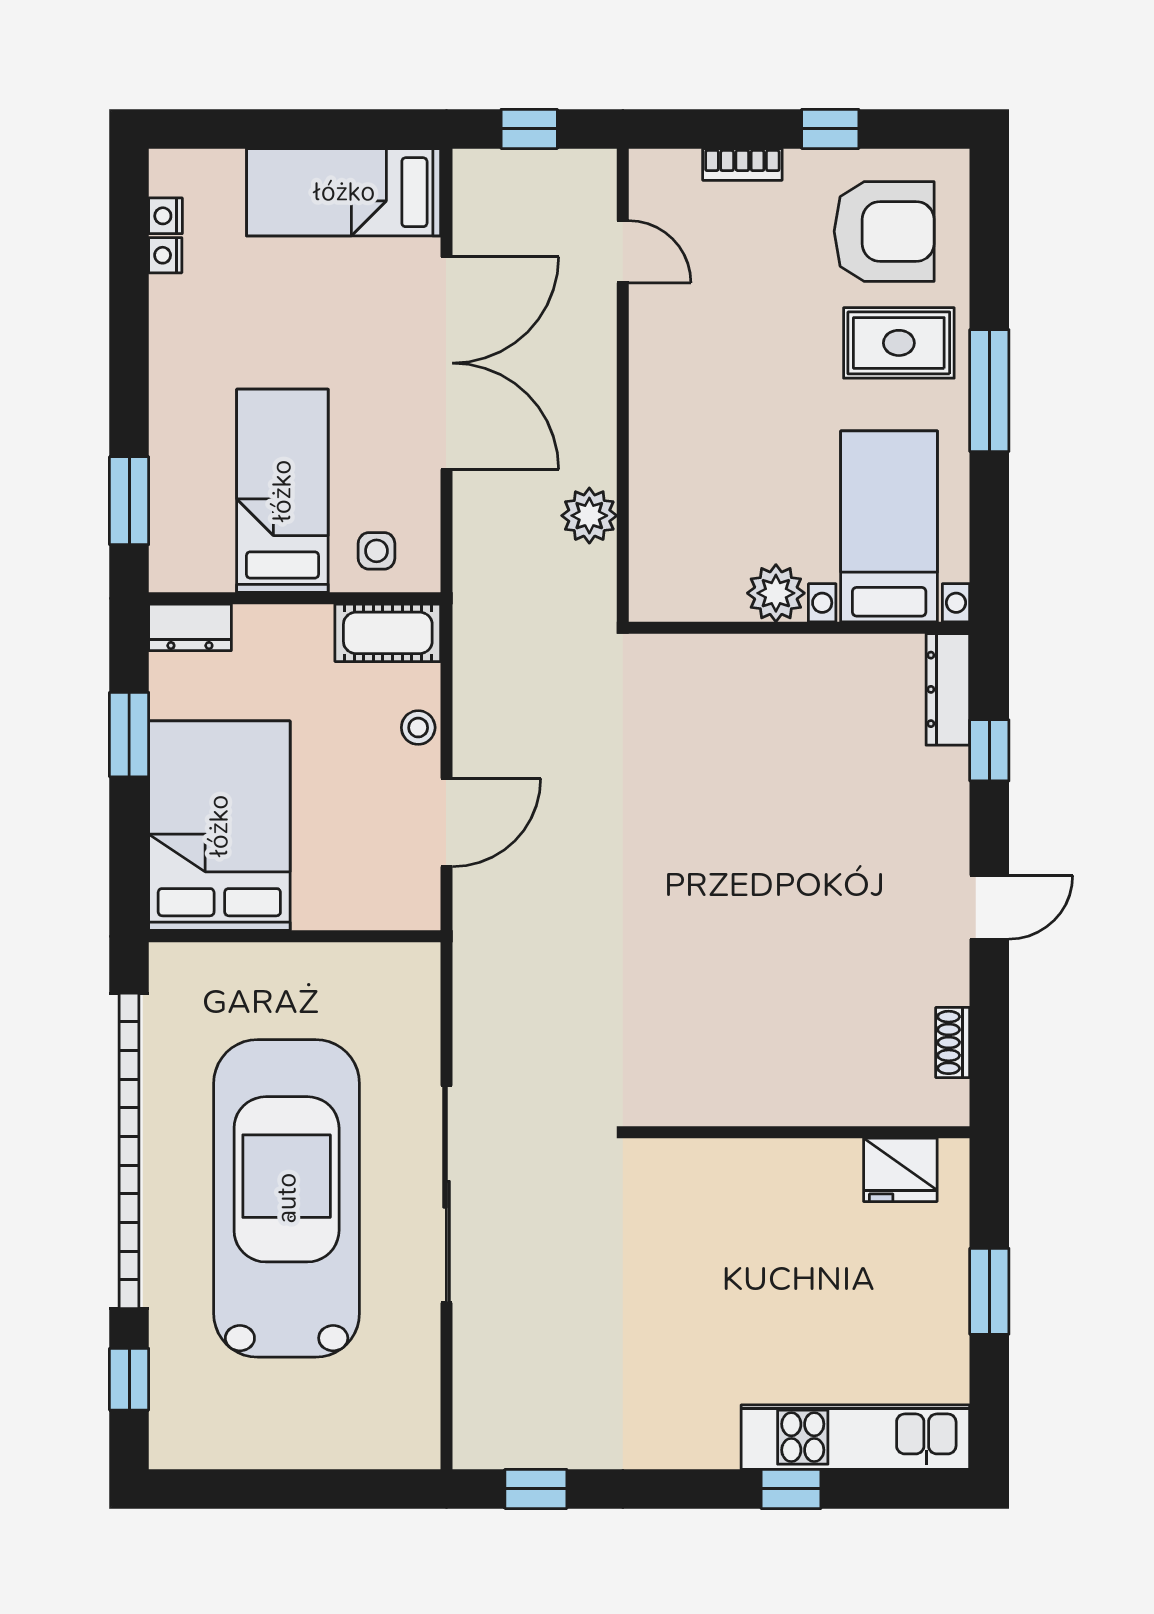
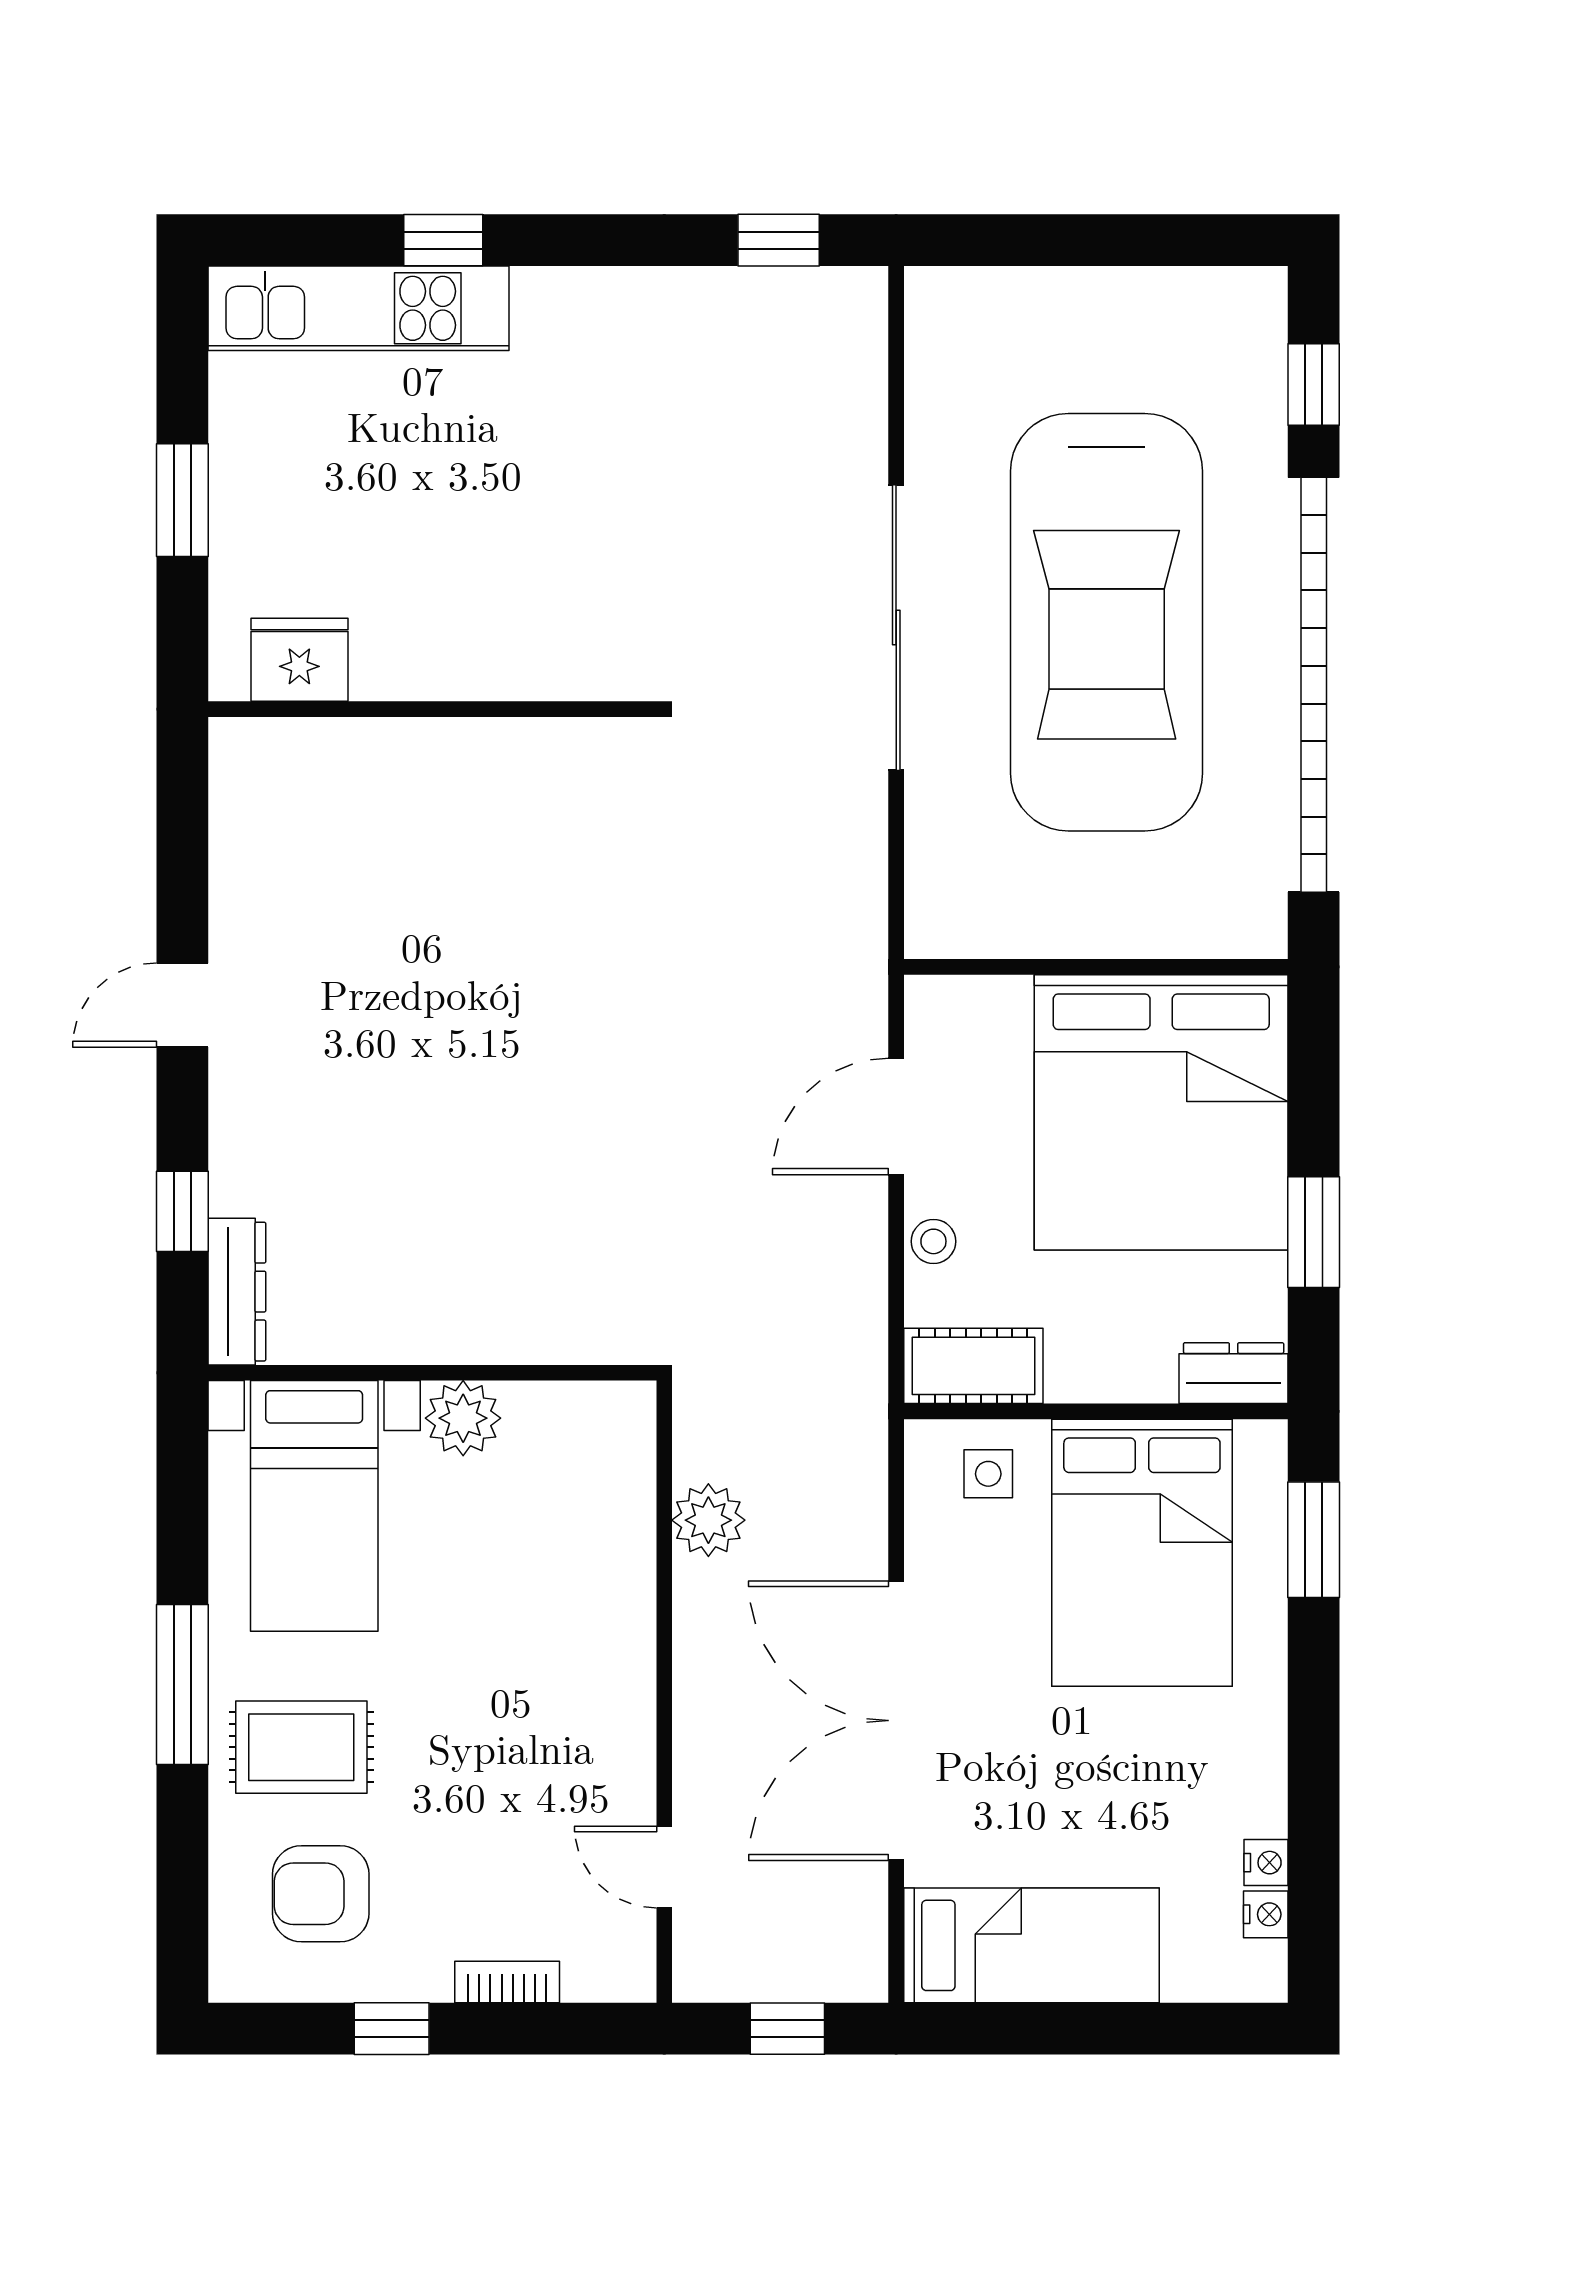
armchair: (884, 231) -> (321, 1894), width x0.73, depth x0.73
bed: (282, 491) -> (1142, 1553), width x1.50
bed: (219, 826) -> (1161, 1112), width x1.36
shoe rack: (953, 1042) -> (231, 827), removed

